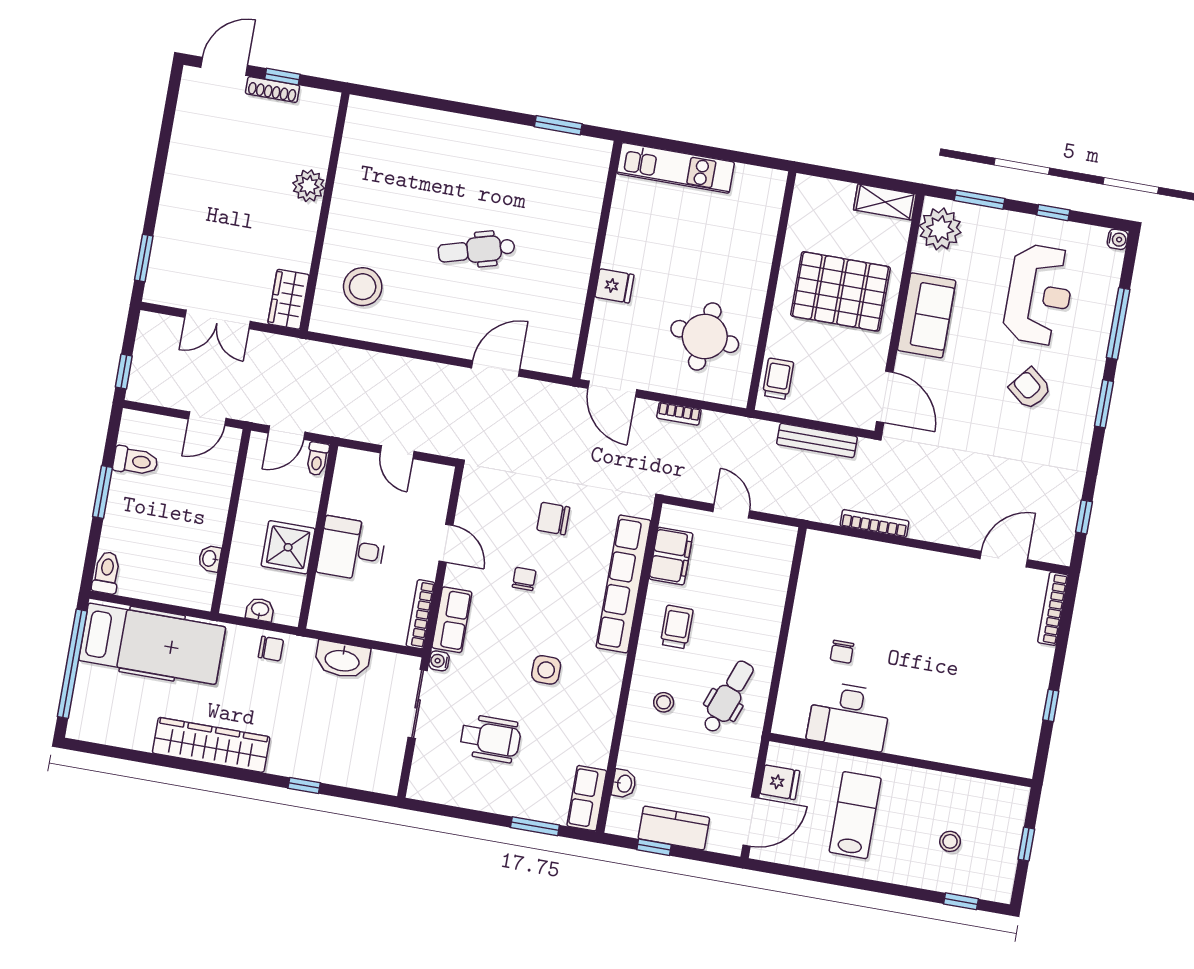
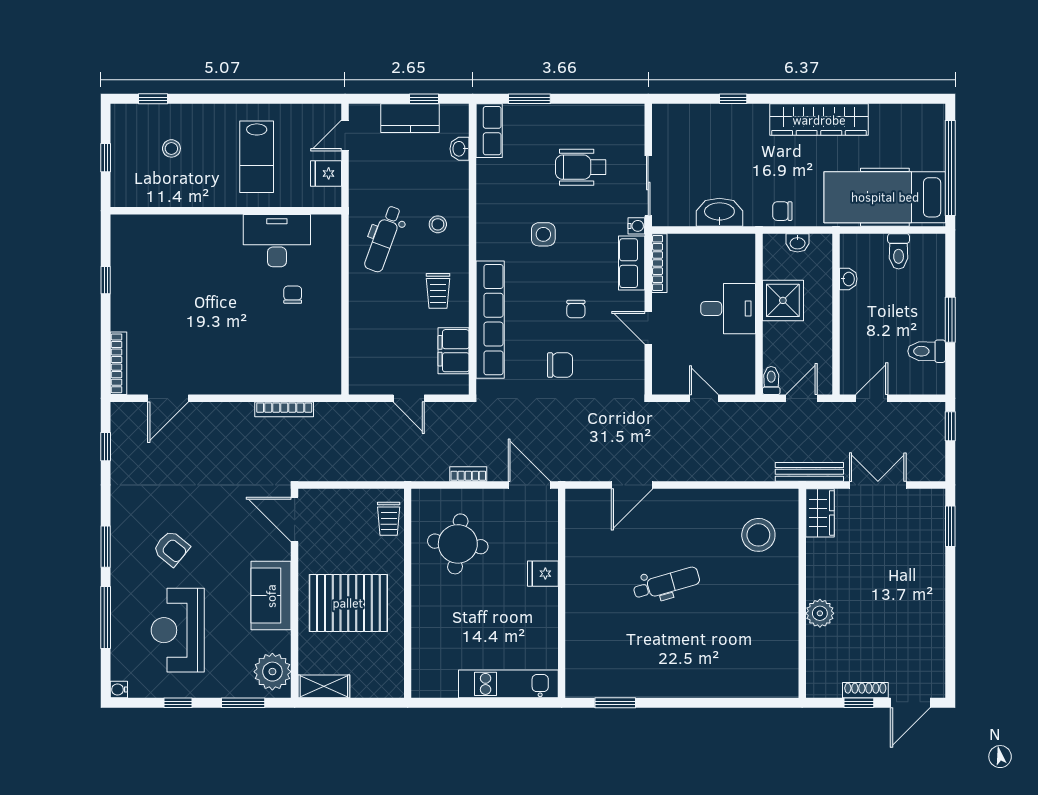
bench: (817, 440) -> (809, 472), moved
toilet: (107, 573) -> (899, 251), moved
door: (751, 821) -> (345, 135), width x0.73

